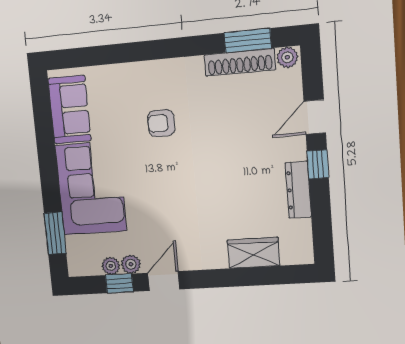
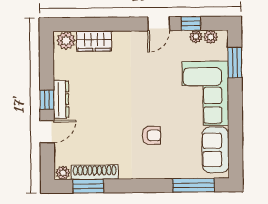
window: (95, 56) -> (194, 185), added
dresser: (298, 190) -> (61, 99), moved
plant: (294, 252) -> (66, 40), added
plant: (131, 264) -> (211, 37), moved

